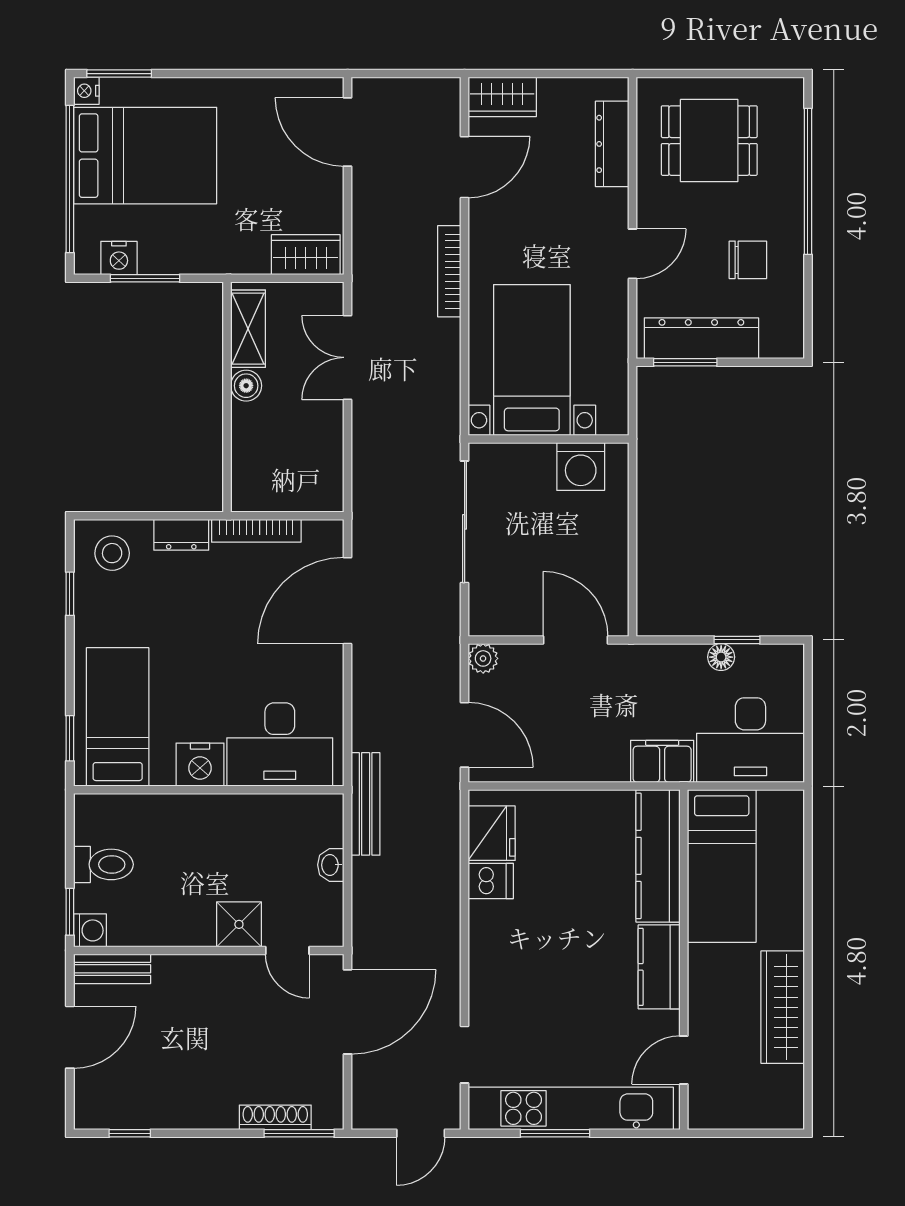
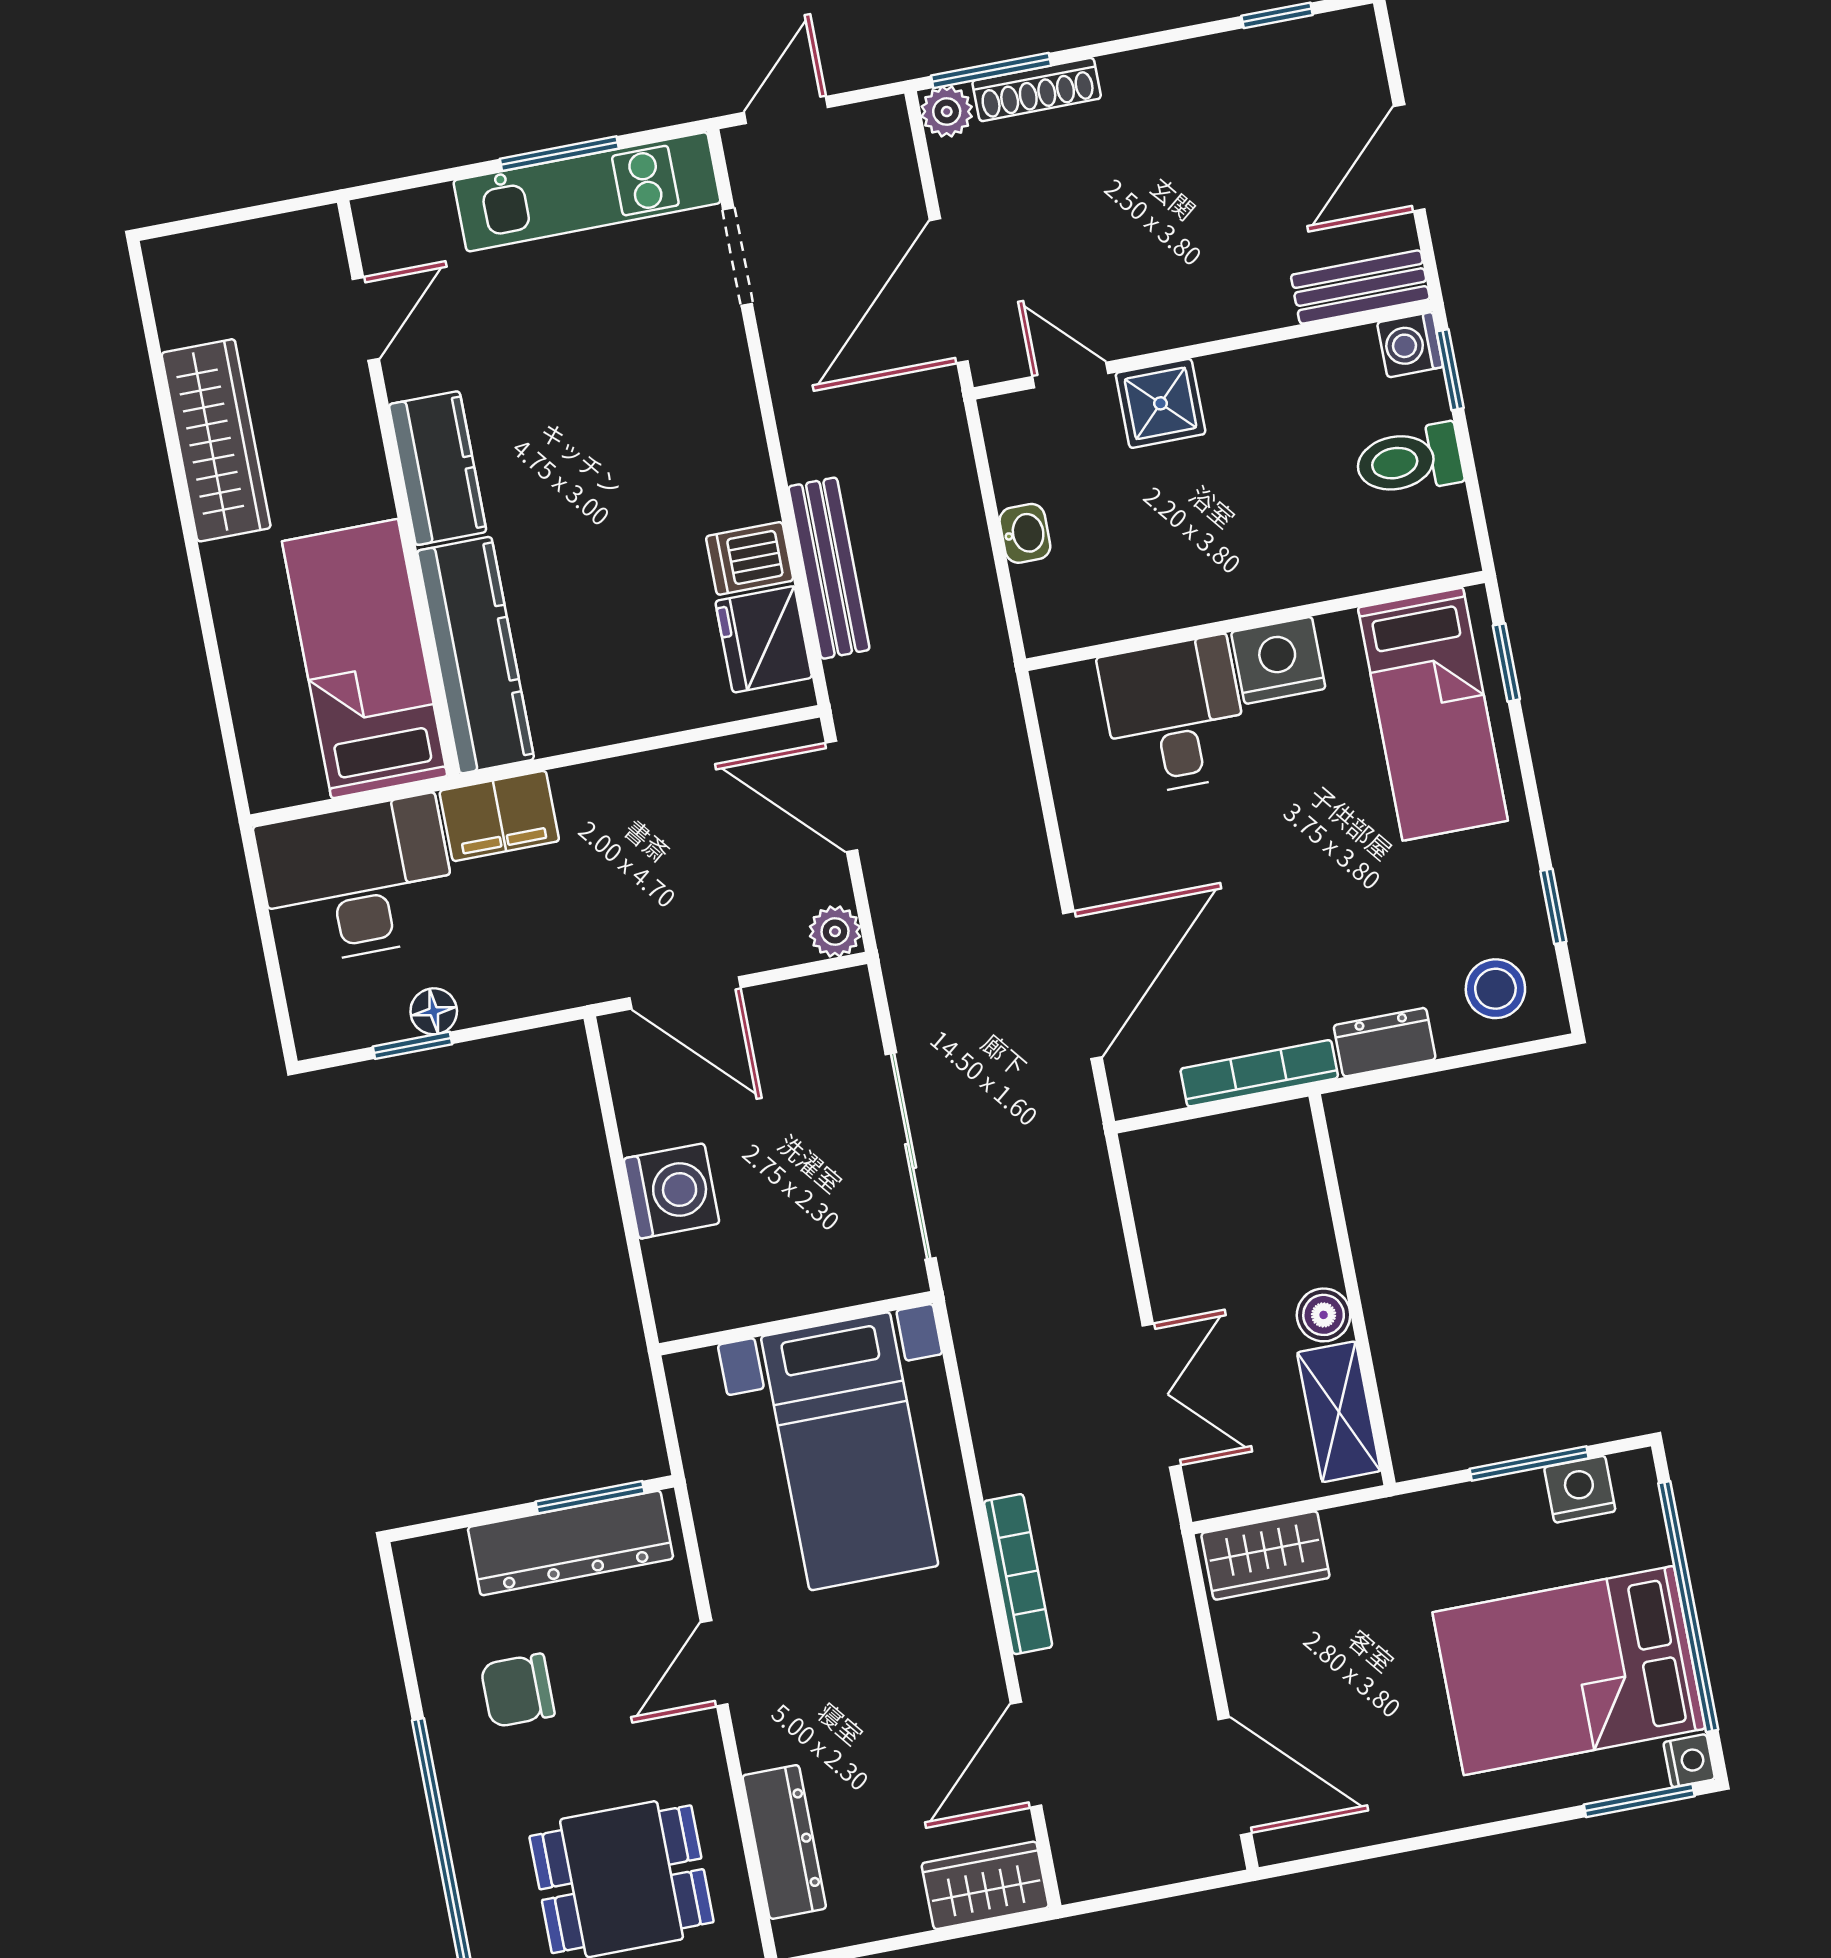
washing machine: (581, 467) -> (671, 1191), moved, turned 90
desk: (280, 744) -> (1174, 716), width x0.73
bench: (366, 804) -> (829, 568), moved
kitchen unit: (571, 1108) -> (587, 192), width x0.73
plant: (329, 1115) -> (947, 112), added

